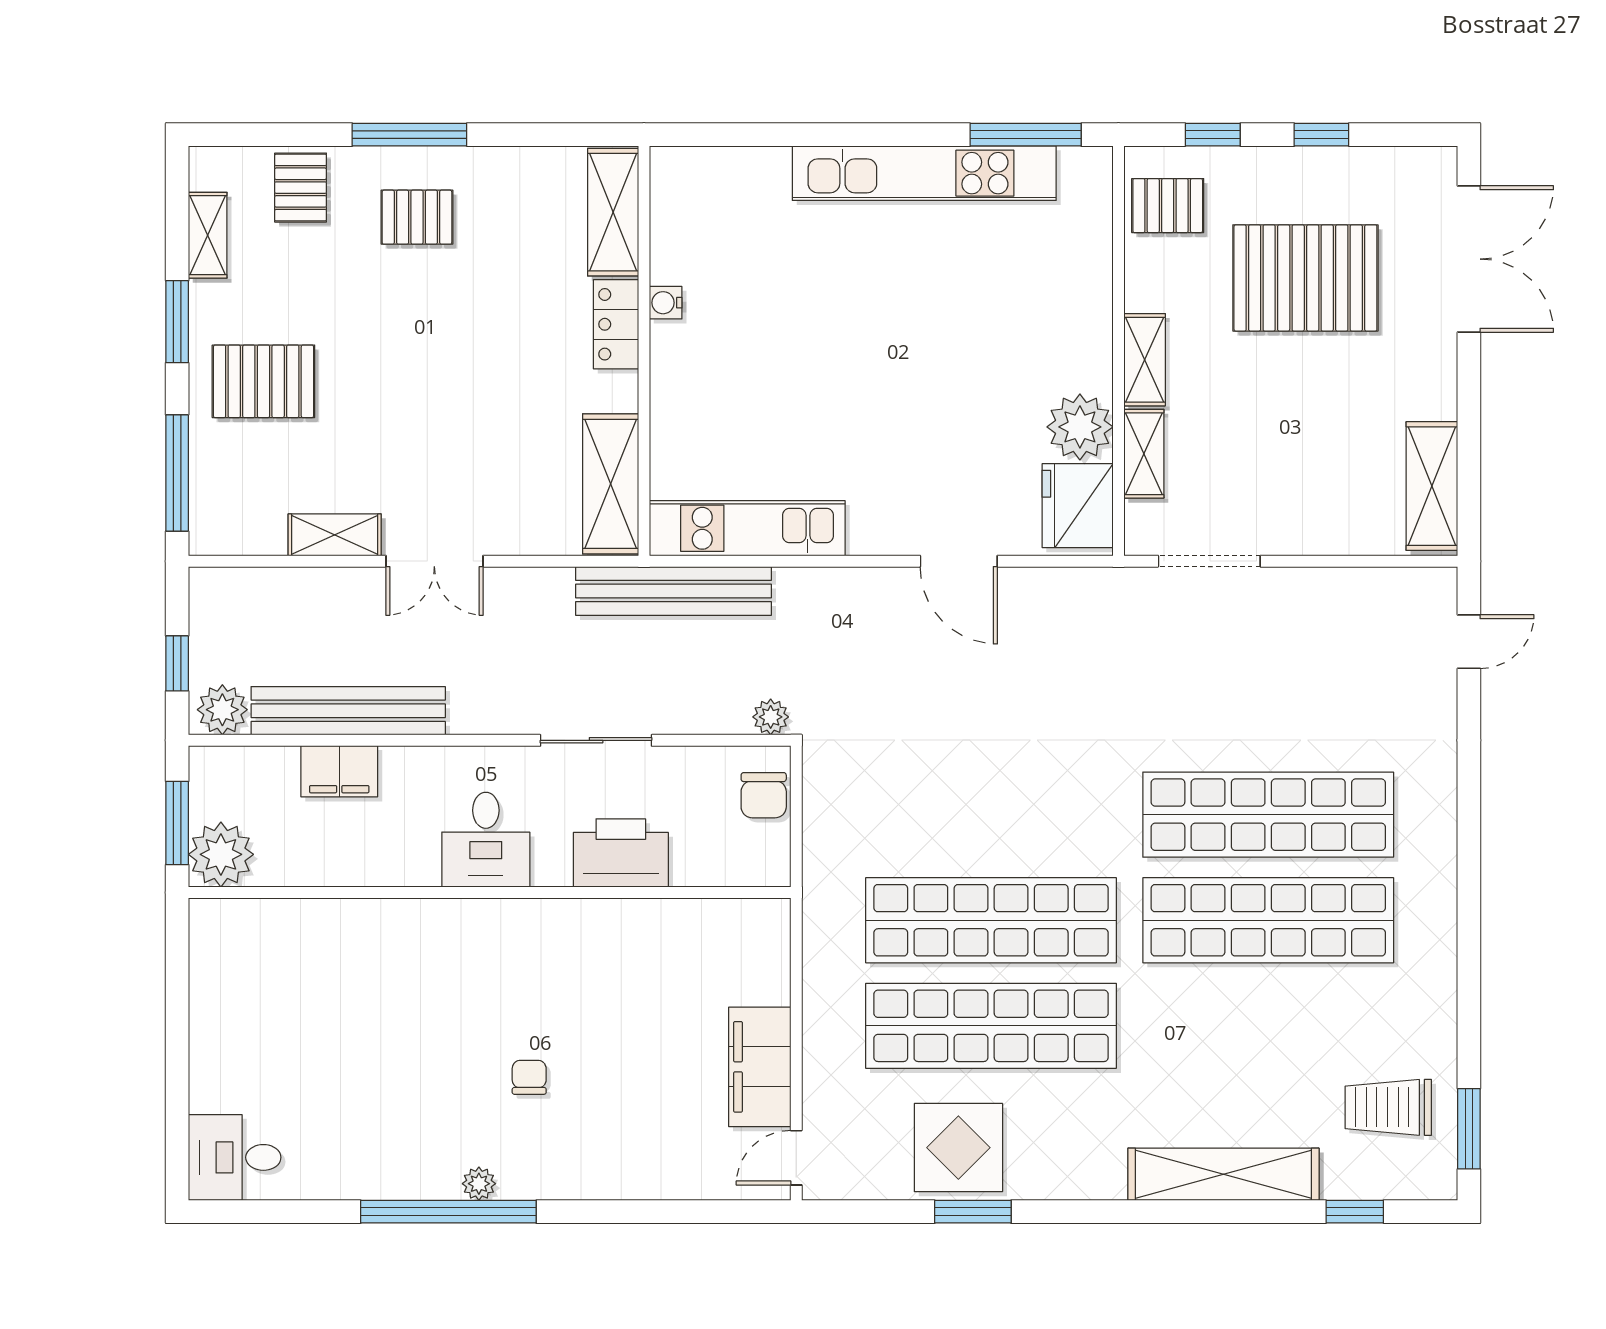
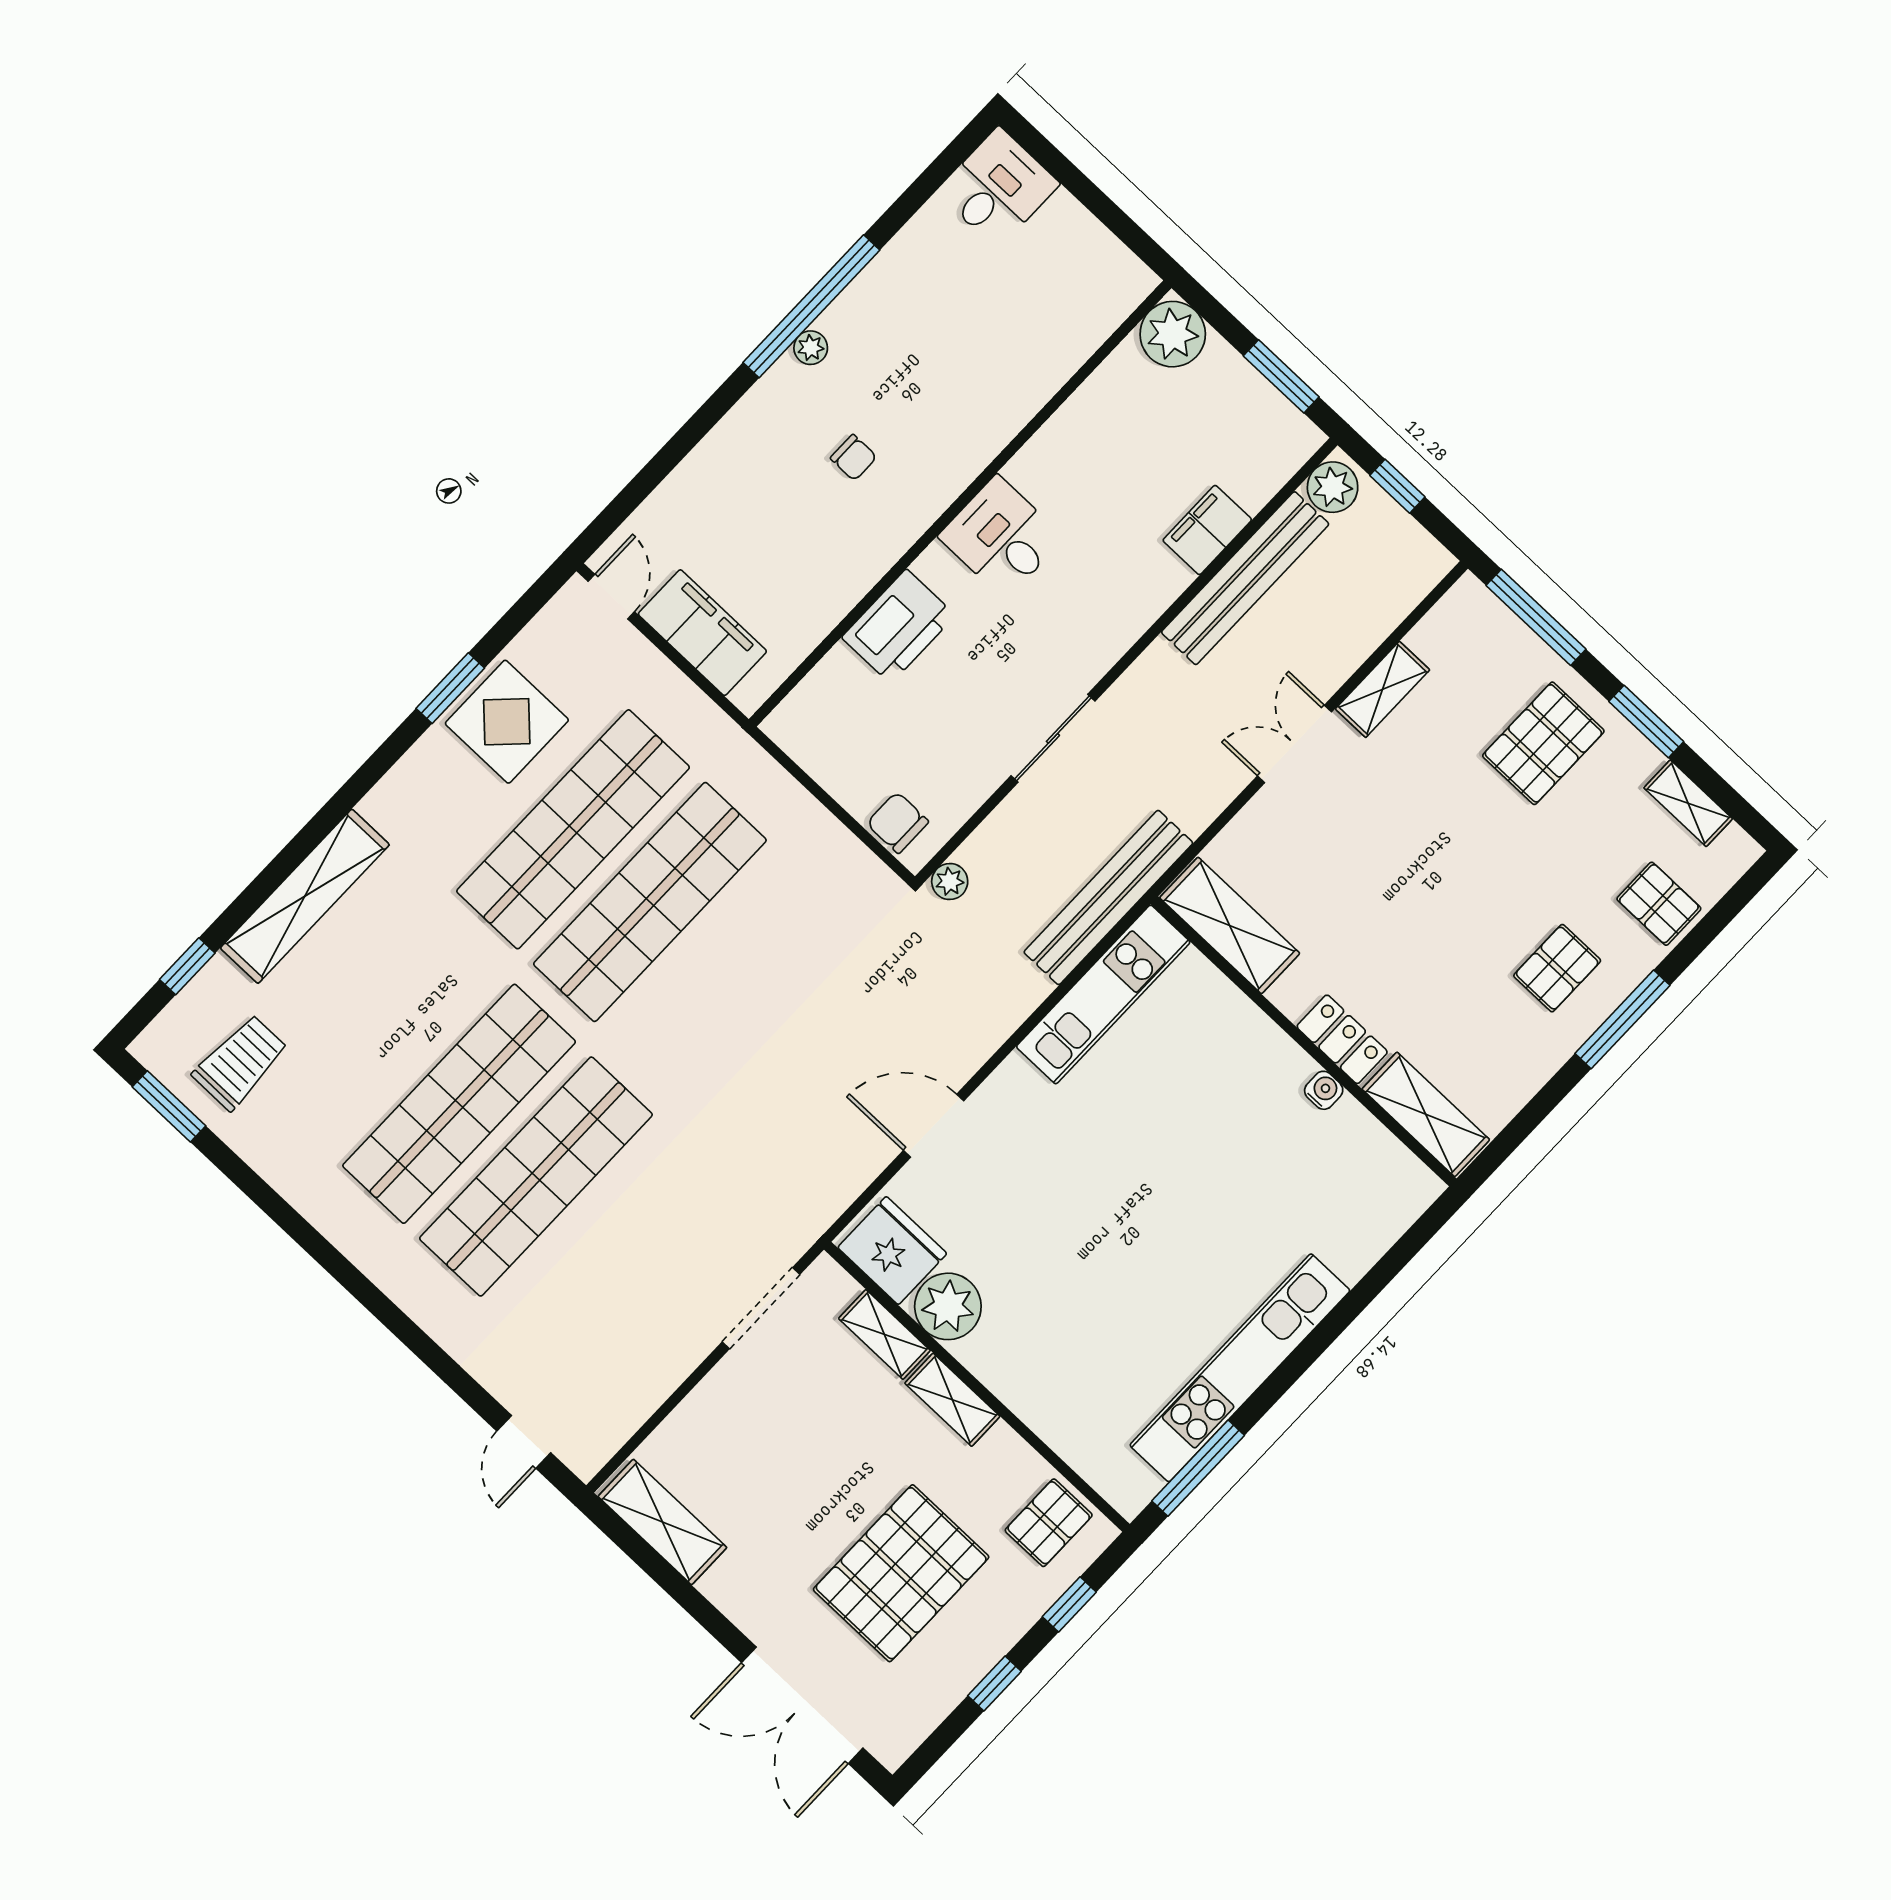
desk: (486, 840) -> (1001, 537), moved
printer: (621, 853) -> (898, 626), moved
plant: (221, 854) -> (1173, 334), moved
wall: (490, 892) -> (960, 504), moved

